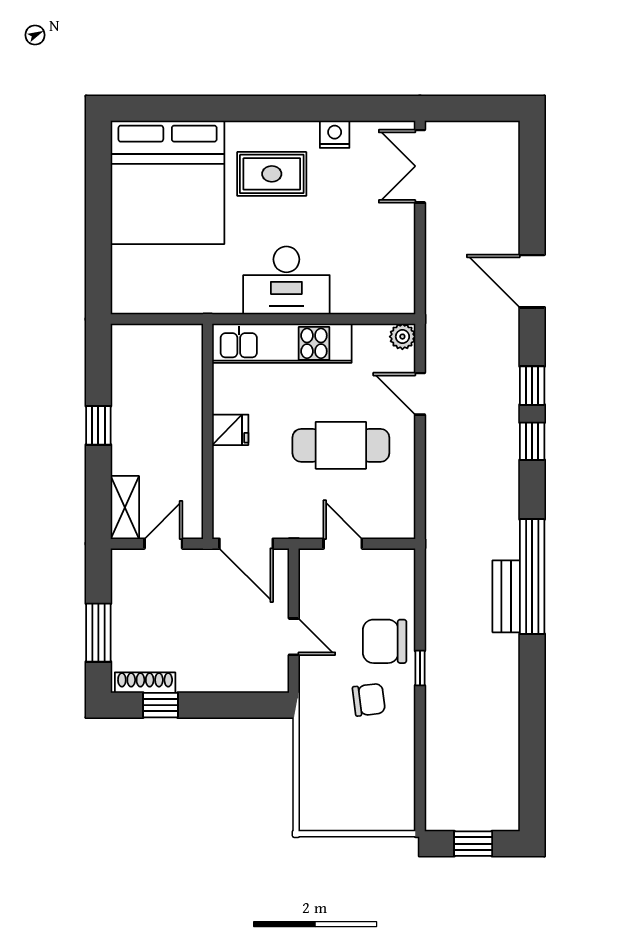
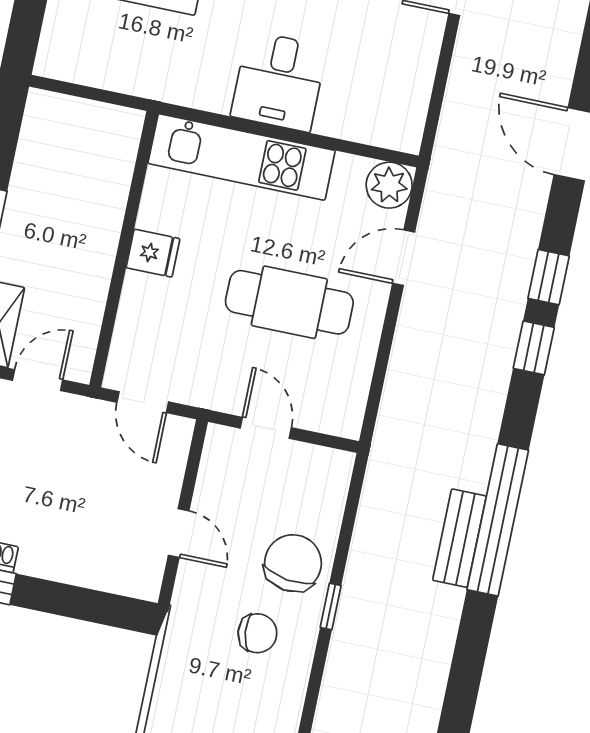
desk: (286, 280) -> (279, 81), width x0.73
plant: (402, 337) -> (389, 185), width x1.38, depth x1.38
door: (420, 394) -> (404, 258), hinge flipped
door: (246, 544) -> (143, 402), width x0.73
chair: (385, 641) -> (293, 563), turned 98

